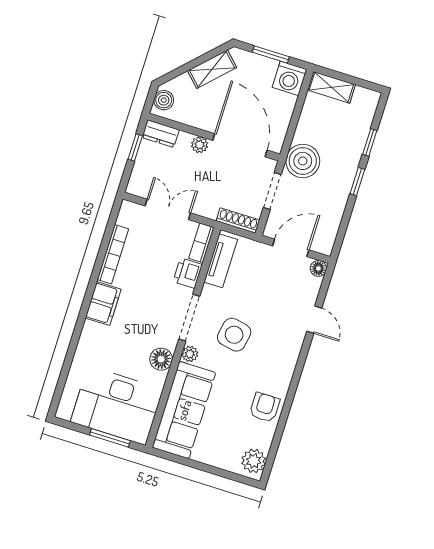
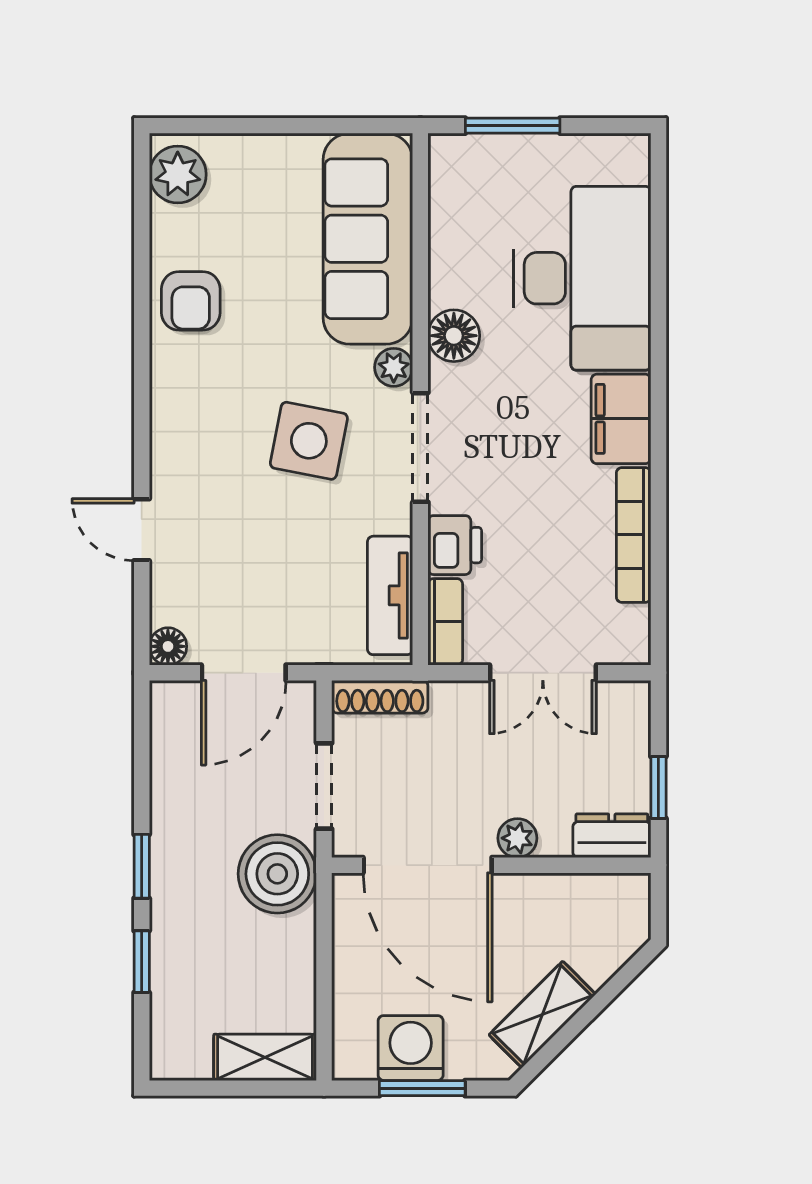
washing machine: (290, 78) -> (411, 1048), moved
boiler: (164, 100) -> (628, 912), removed
desk: (117, 406) -> (582, 278), moved, turned 90

